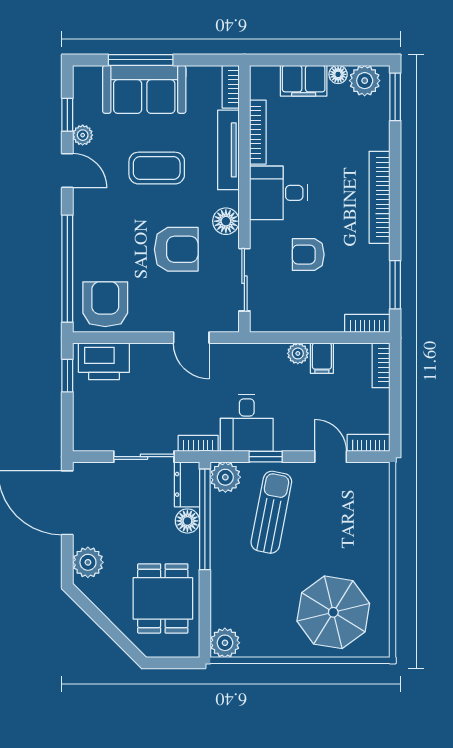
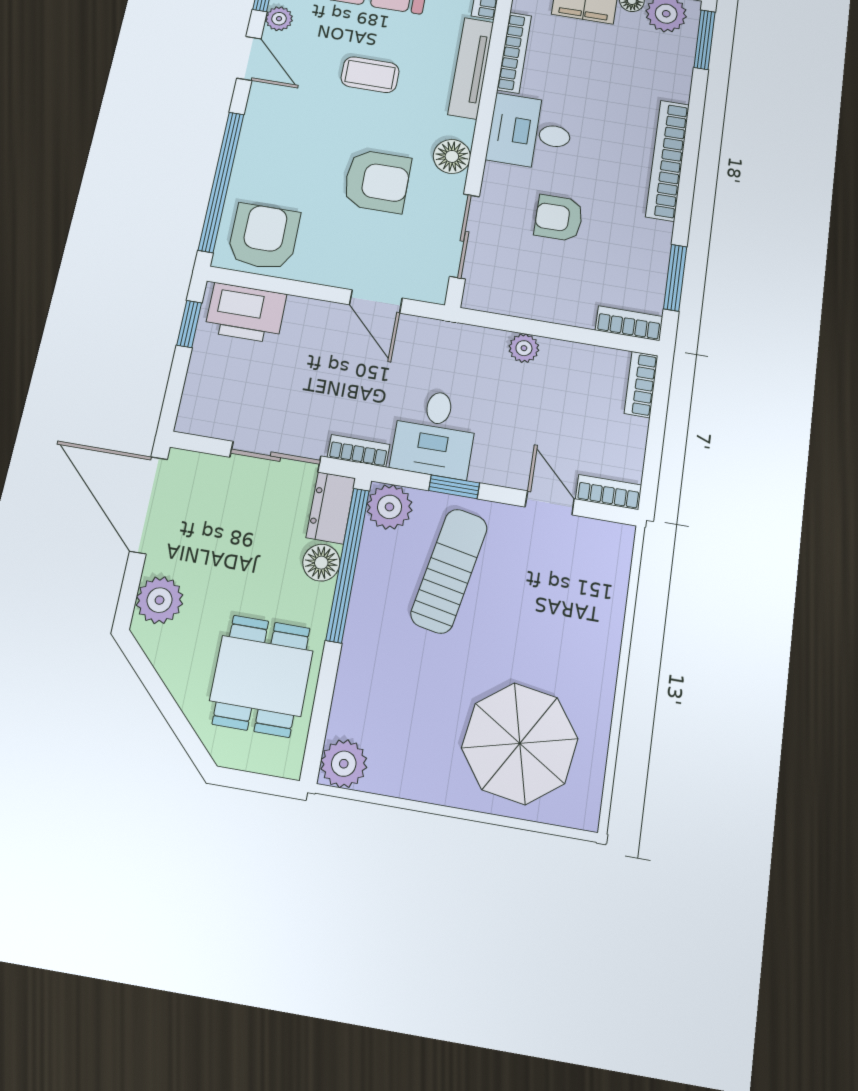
coffee table: (157, 168) -> (370, 75), width x0.73, depth x0.77
filing cabinet: (322, 358) -> (557, 360), removed

